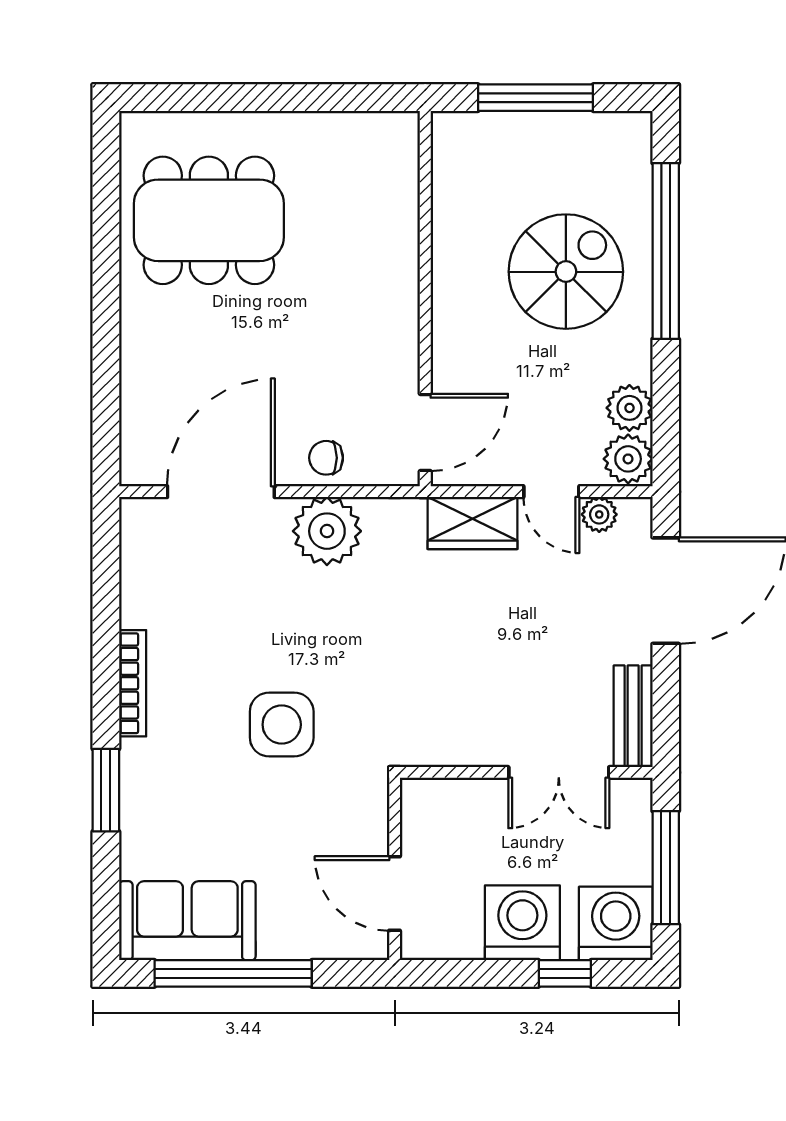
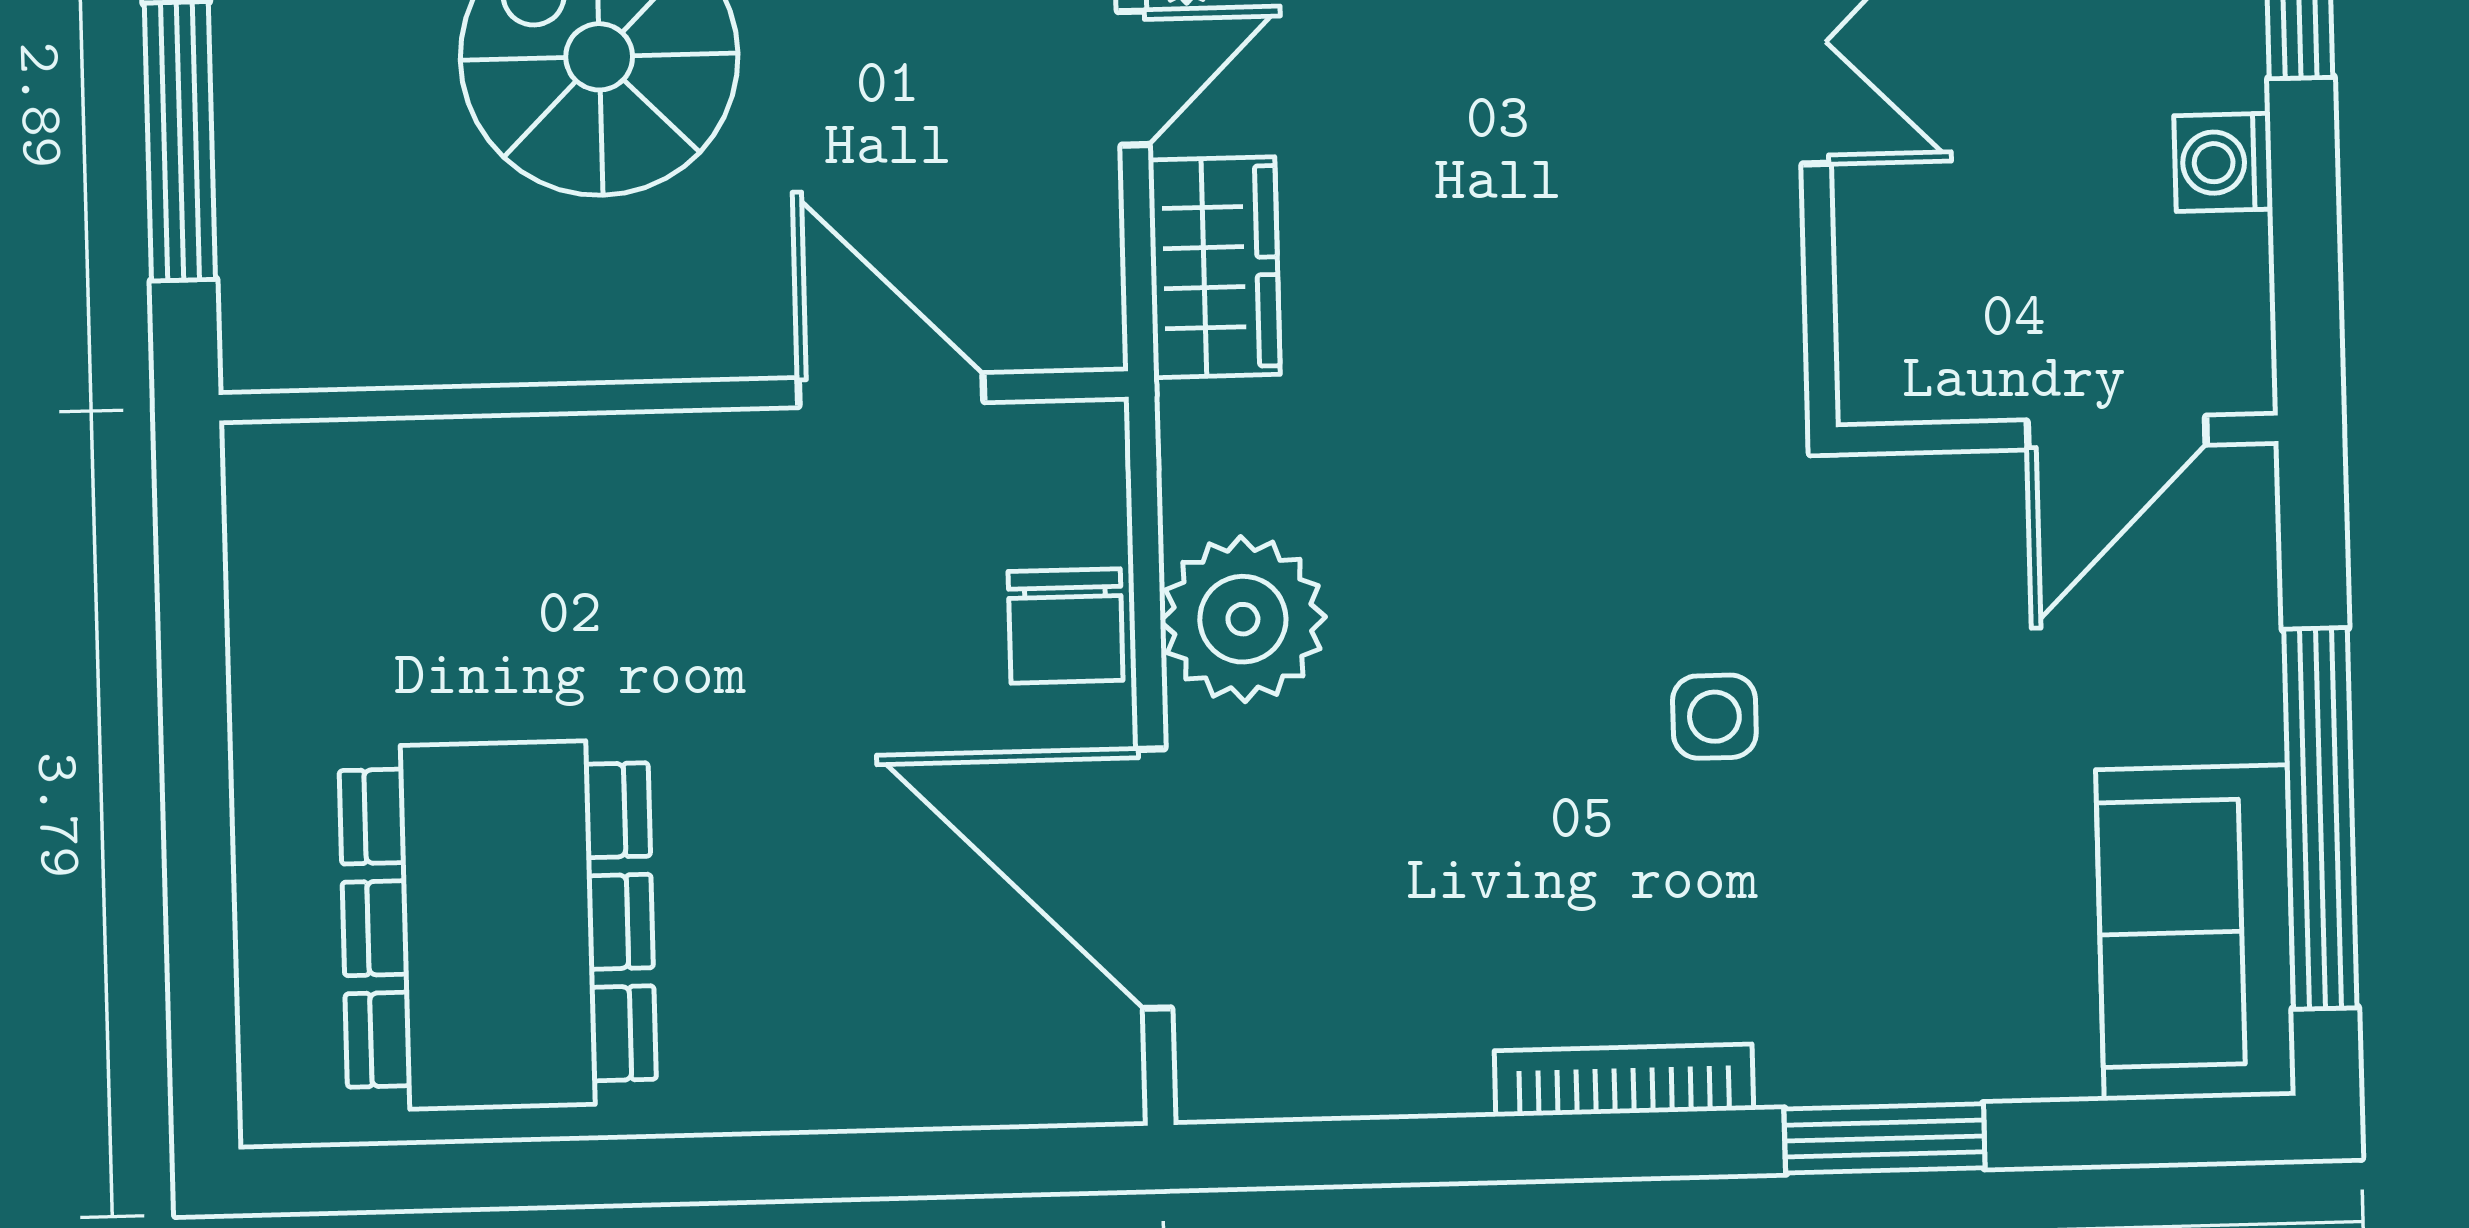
door: (425, 432) -> (891, 390), moved
chair: (326, 458) -> (1066, 626), width x1.37, depth x1.37
side table: (282, 725) -> (1714, 717), width x0.54, depth x0.54
washing machine: (522, 923) -> (2223, 162), width x0.53, depth x0.53

